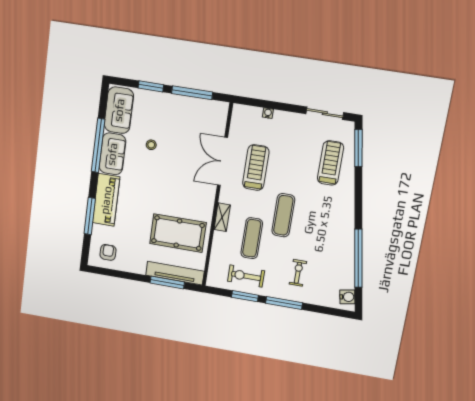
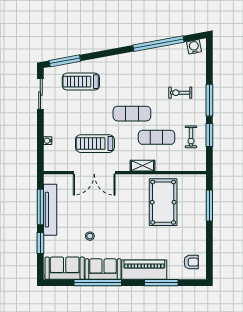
armchair: (108, 252) -> (191, 262), turned 180
tv unit: (175, 273) -> (50, 210), moved, turned 180
exercise bike: (246, 276) -> (191, 137), width x0.73, depth x0.72

